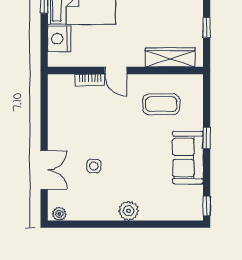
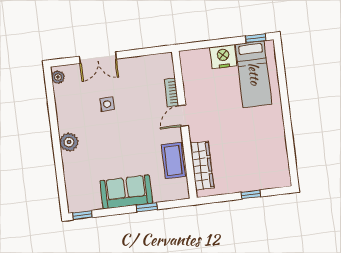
wardrobe: (170, 57) -> (202, 165), moved
door: (116, 70) -> (183, 116), moved
wall: (125, 70) -> (184, 125), moved
bookcase: (90, 80) -> (171, 93), moved

